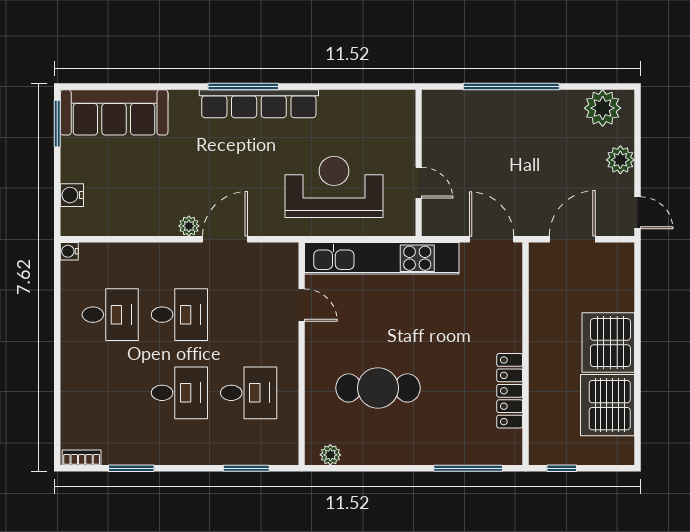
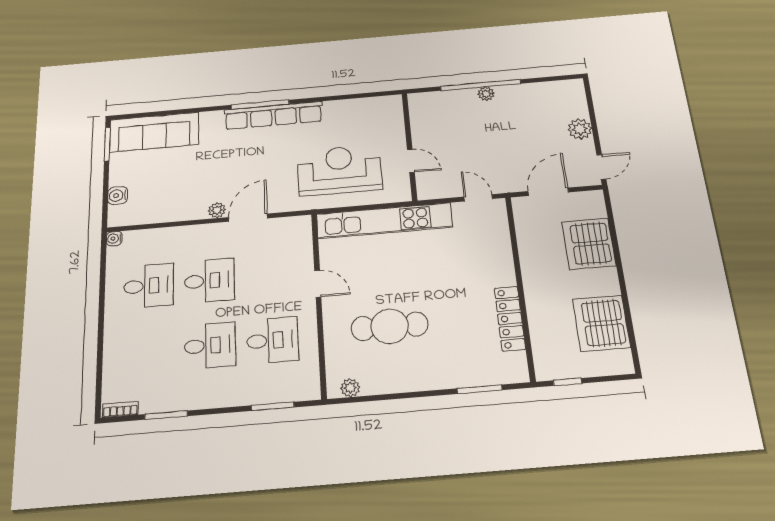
plant: (603, 108) -> (486, 94), moved, width x0.53, depth x0.53
door: (637, 213) -> (601, 167), hinge flipped
door: (492, 239) -> (478, 198), width x0.73
door: (302, 305) -> (318, 284), moved
server rack: (608, 343) -> (589, 244), moved
window: (468, 468) -> (480, 389), width x0.69

